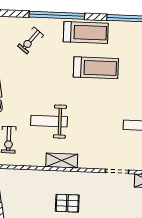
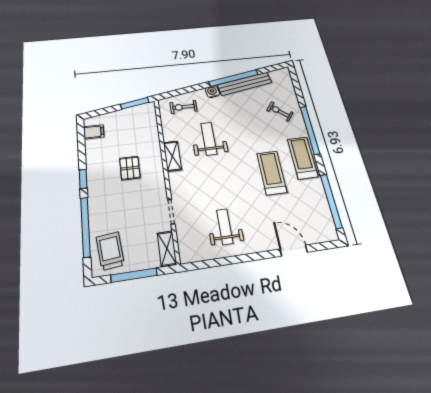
treadmill: (86, 32) -> (303, 158), turned 180
treadmill: (96, 68) -> (272, 173), turned 180

